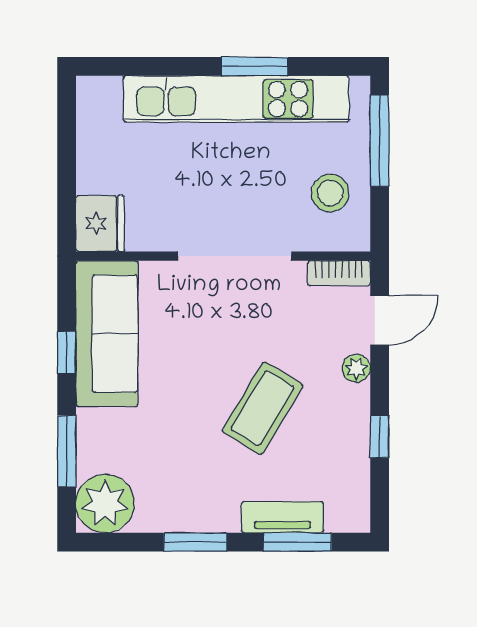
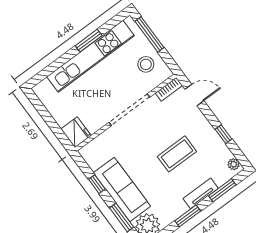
door: (380, 320) -> (194, 95), hinge flipped
sofa: (107, 334) -> (122, 190), moved
plant: (356, 368) -> (234, 164), moved
coffee table: (263, 408) -> (177, 154), turned 59
tv unit: (283, 517) -> (201, 193), moved

